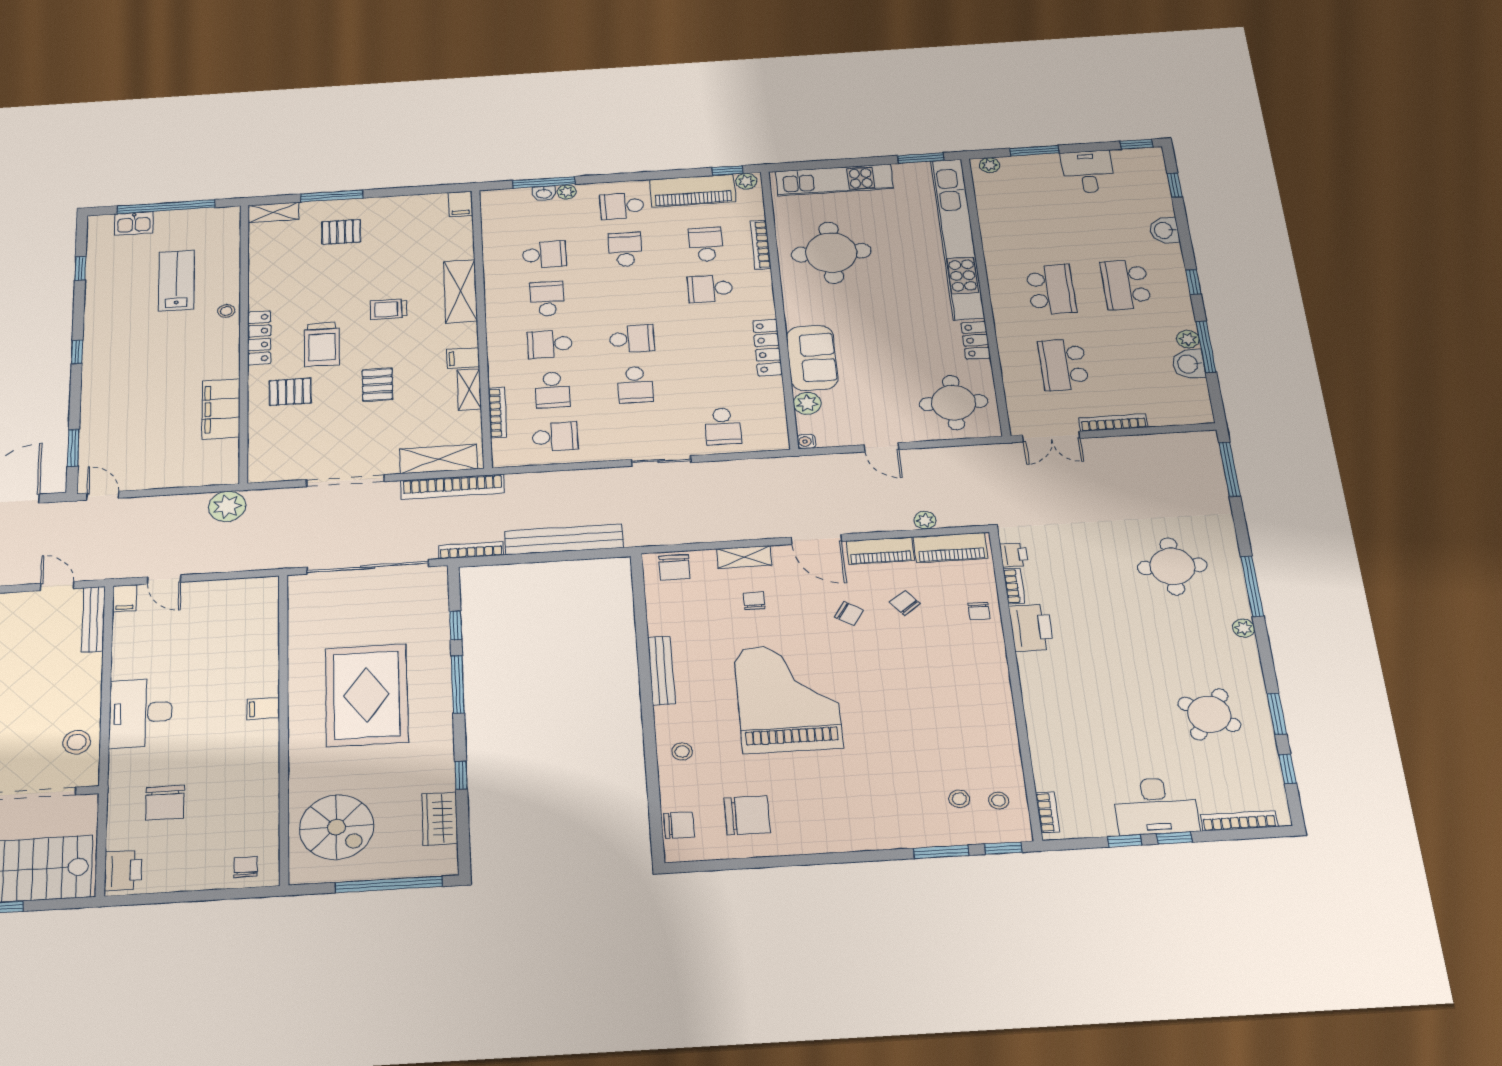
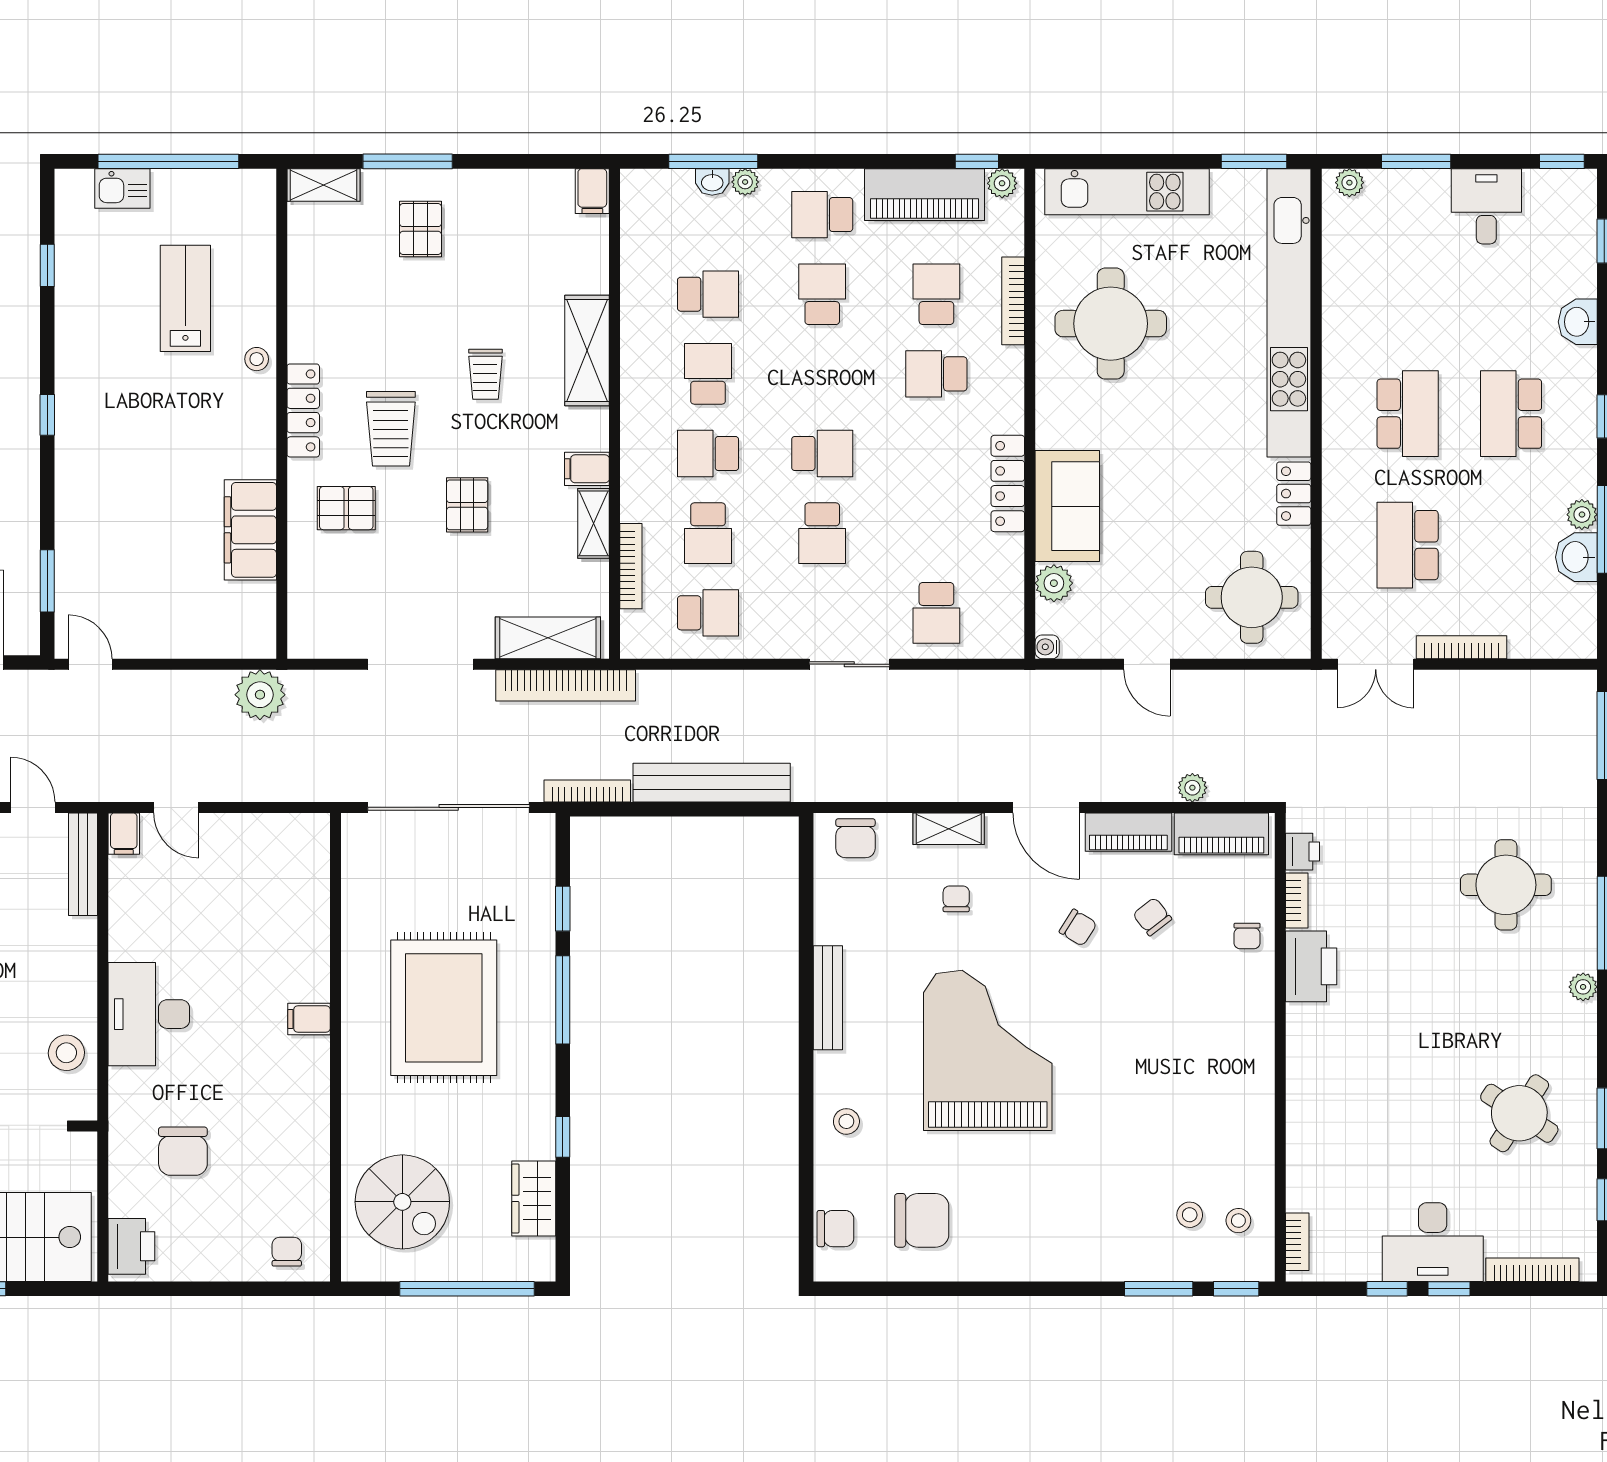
pallet: (341, 232) -> (421, 229), turned 90
trolley: (389, 309) -> (485, 374), turned -90

